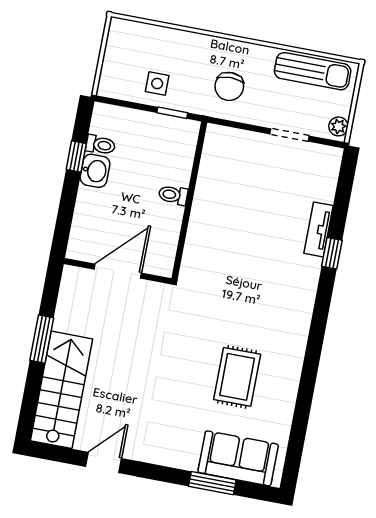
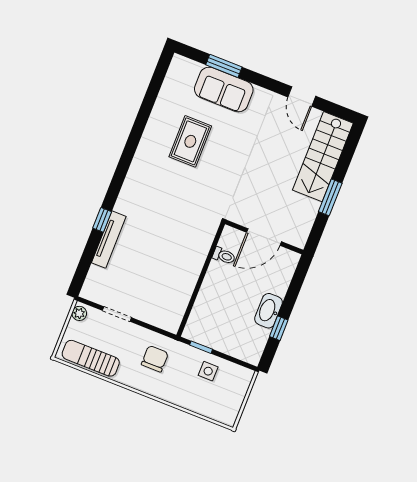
toilet: (101, 145) -> (259, 333), removed
washbasin: (95, 171) -> (269, 311), width x1.38
toilet: (173, 195) -> (224, 256), moved
tv unit: (318, 229) -> (109, 240), width x1.41
sofa: (238, 458) -> (224, 89), moved
door: (104, 462) -> (302, 97), hinge flipped

